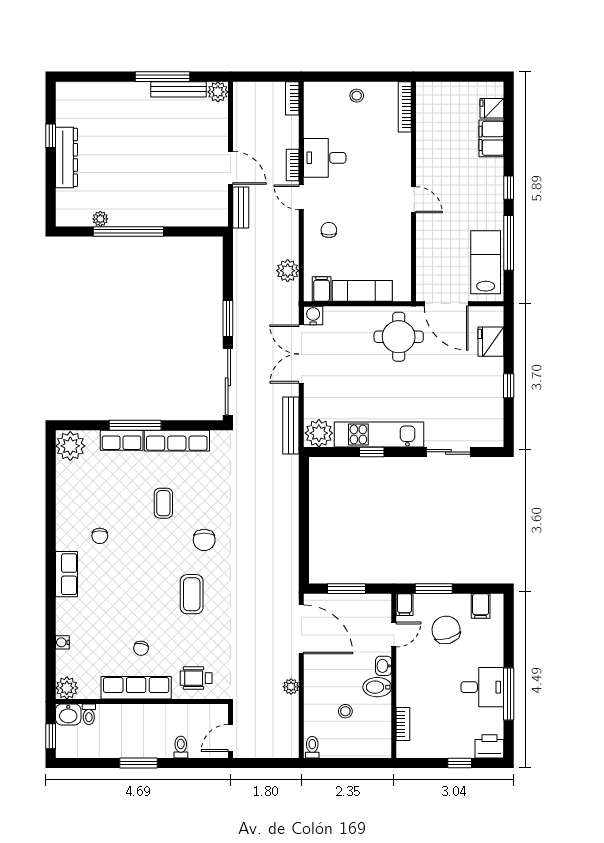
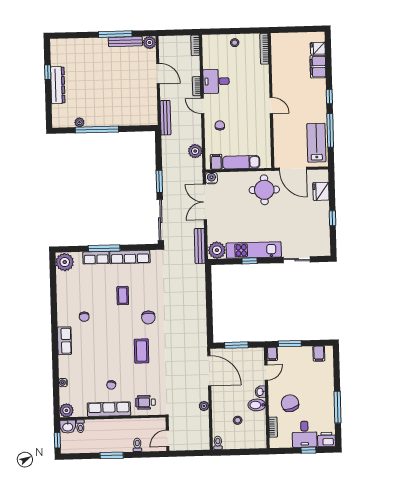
door: (230, 168) -> (158, 74), moved
bench: (241, 207) -> (165, 118), width x1.36
chair: (446, 630) -> (290, 403), moved
desk: (482, 687) -> (305, 434), moved, turned 90

